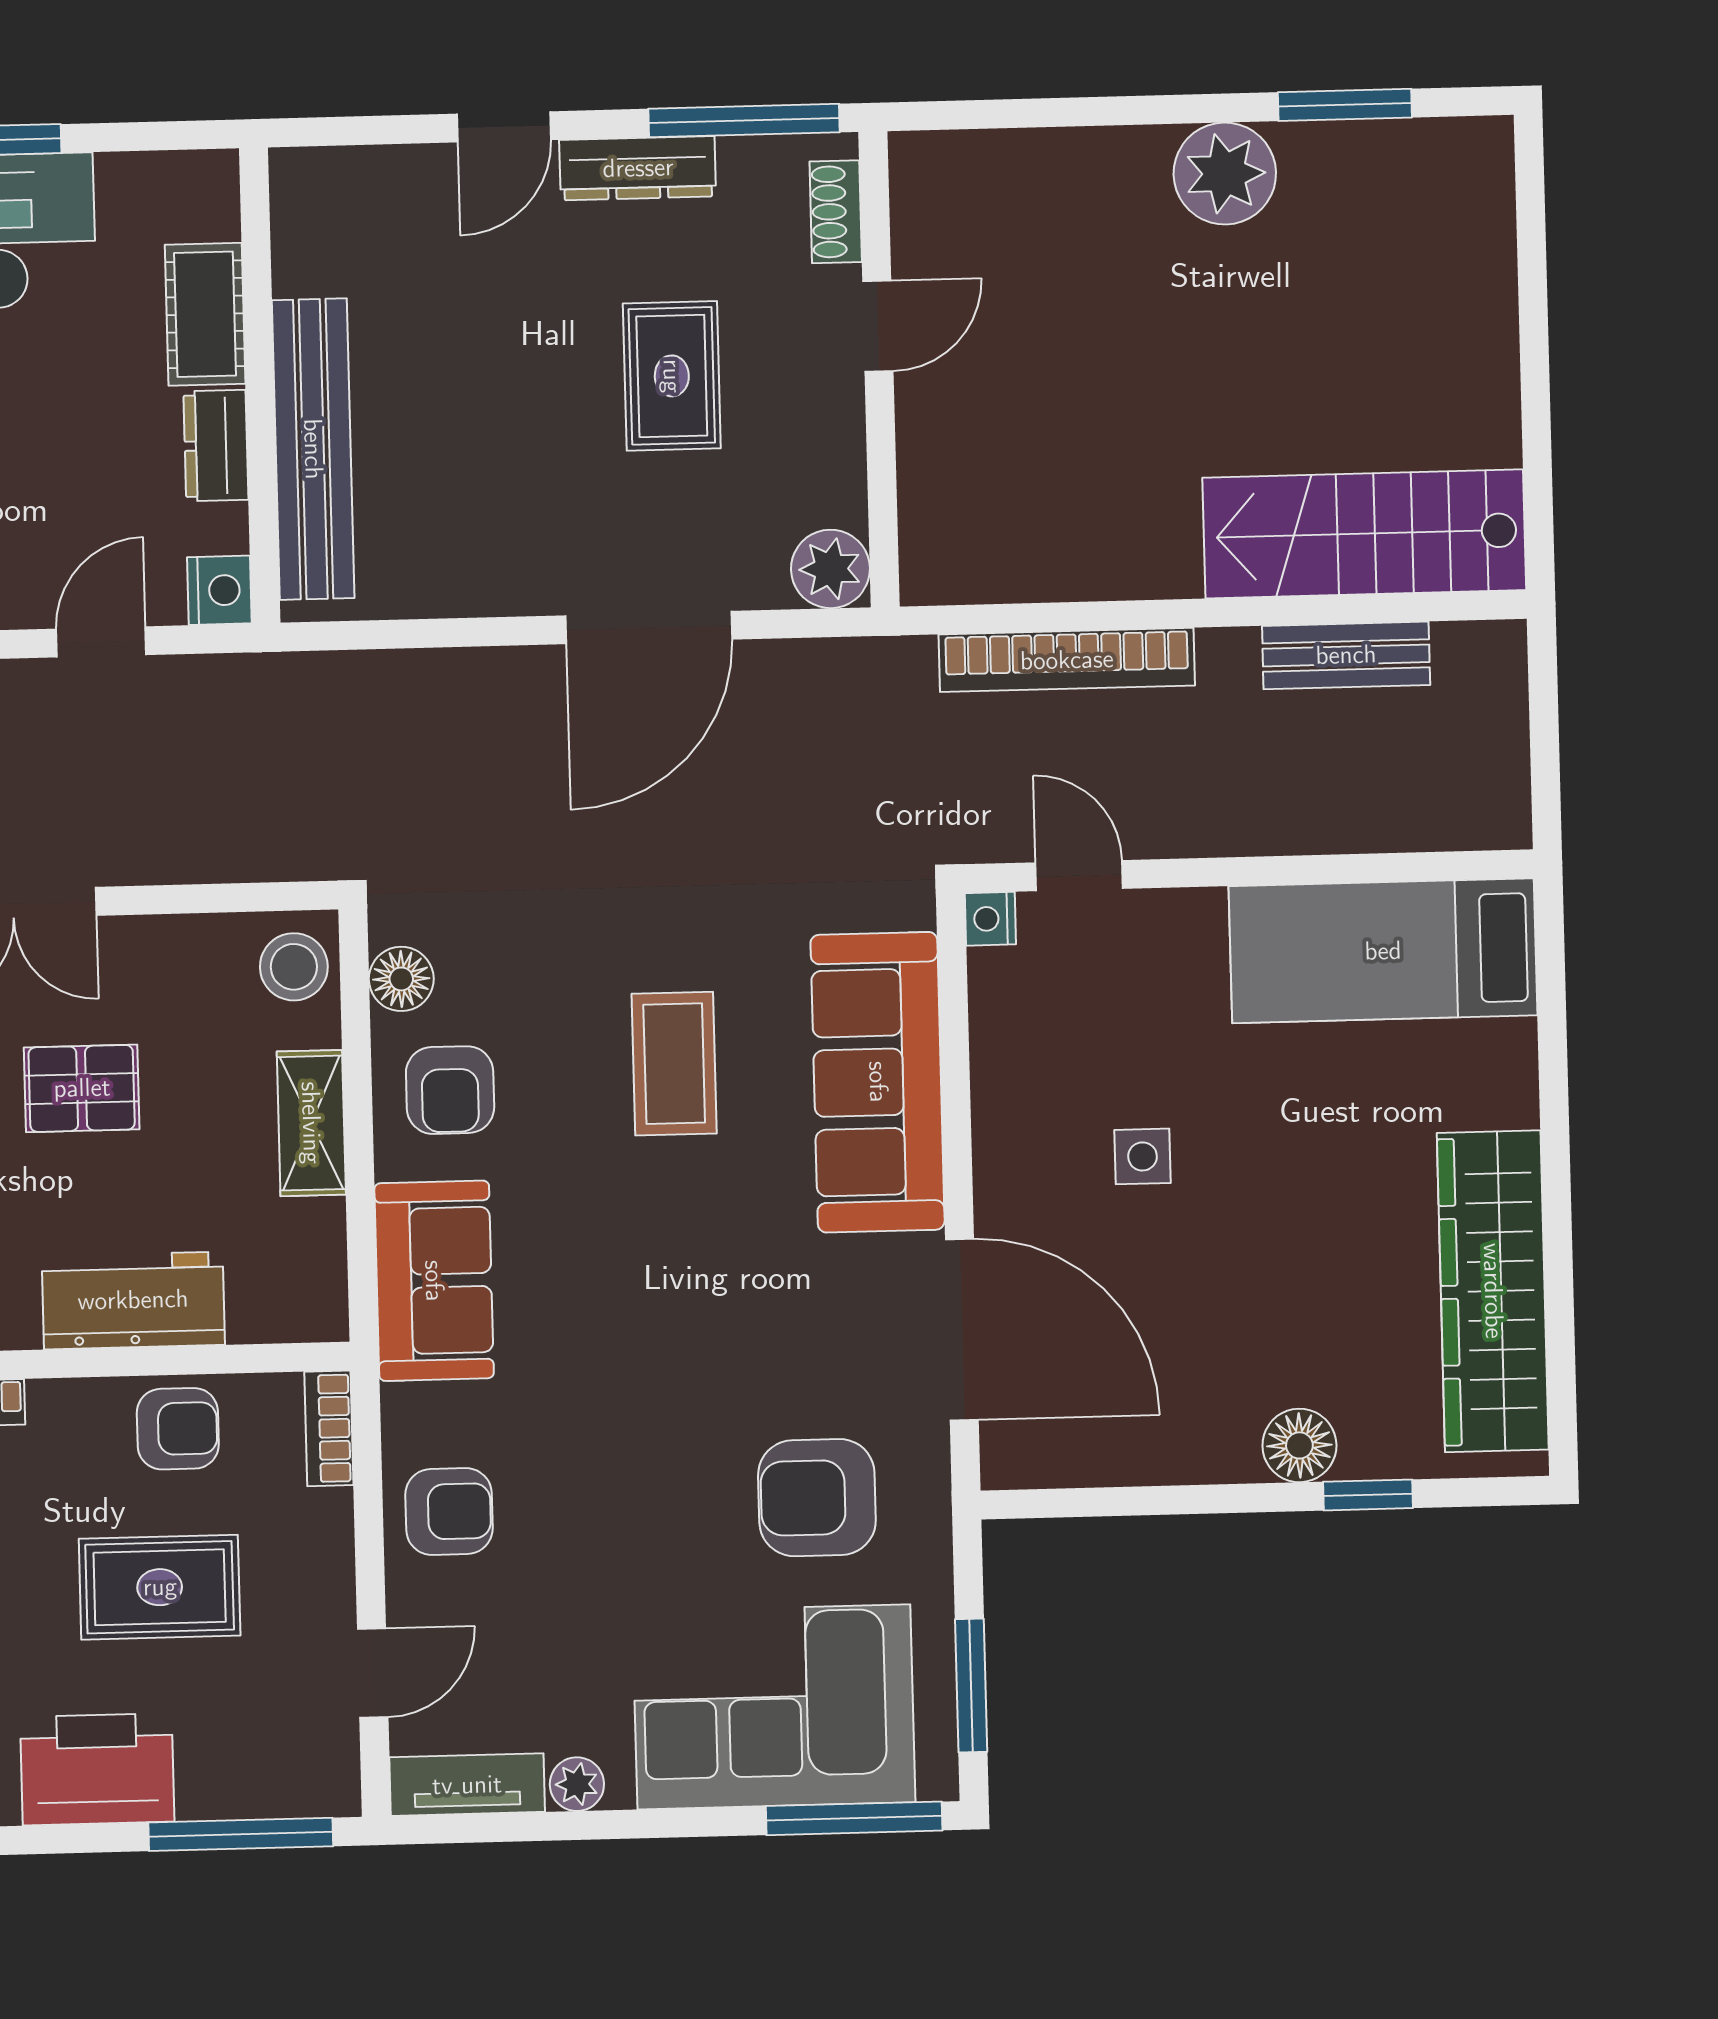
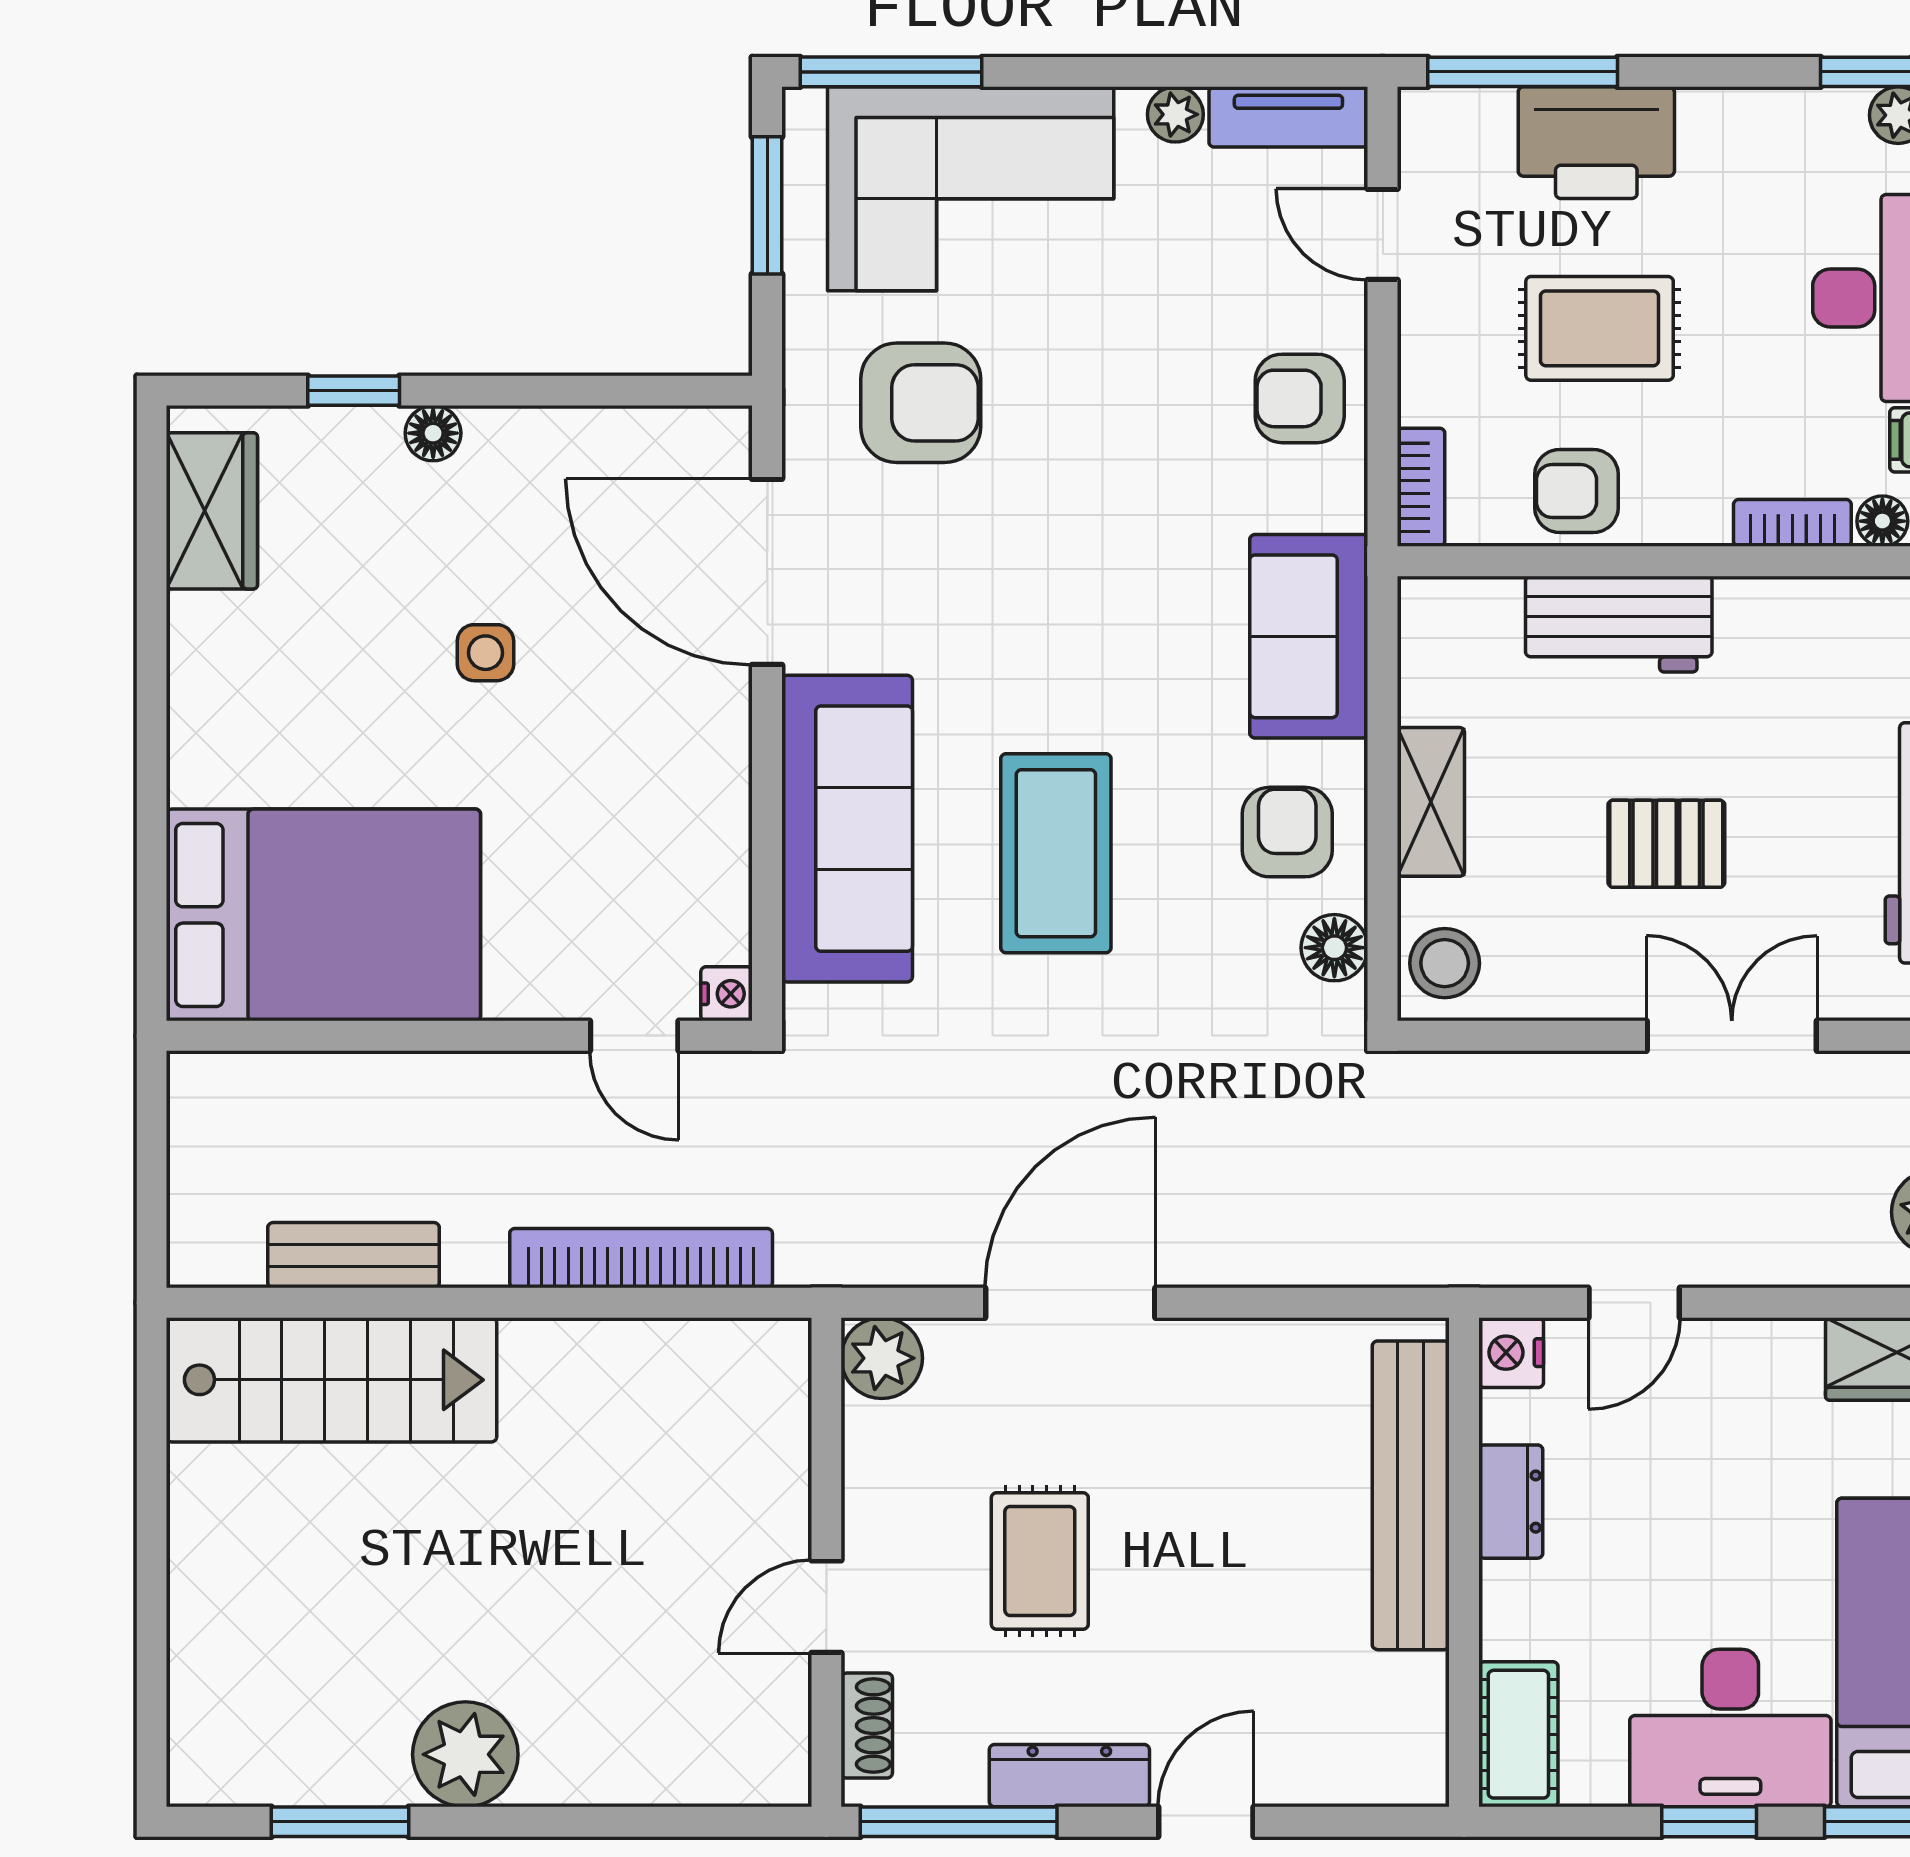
cot: (205, 314) -> (1518, 1734), moved
bed: (1383, 951) -> (323, 915), width x1.50
coffee table: (674, 1064) -> (1056, 853), width x1.36, depth x1.32
side table: (1143, 1156) -> (486, 653), moved
wardrobe: (1493, 1291) -> (212, 511), width x0.48, depth x0.85
floor lamp: (1299, 1445) -> (433, 433), width x0.73, depth x0.73
door: (373, 1673) -> (1383, 234), hinge flipped
printer: (97, 1769) -> (1596, 143), moved

